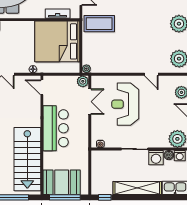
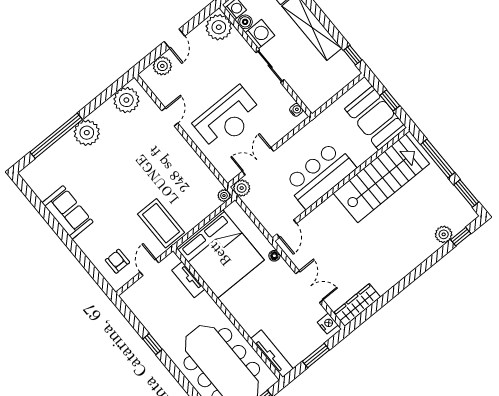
window: (65, 197) -> (390, 100), width x0.46

